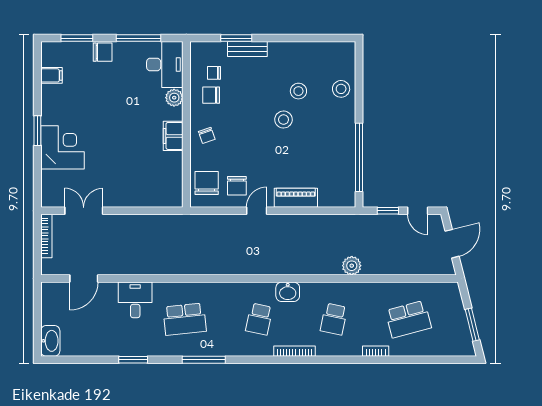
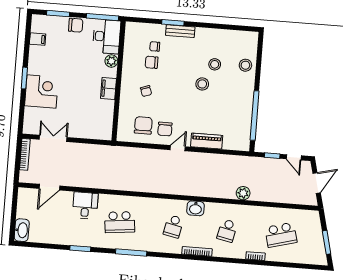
desk: (165, 64) -> (106, 37), moved
plant: (174, 98) -> (111, 61), moved
wall: (186, 124) -> (119, 81), moved
filing cabinet: (173, 136) -> (108, 89), moved

